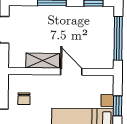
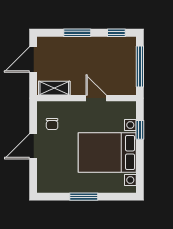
shelving: (43, 61) -> (54, 88), moved

